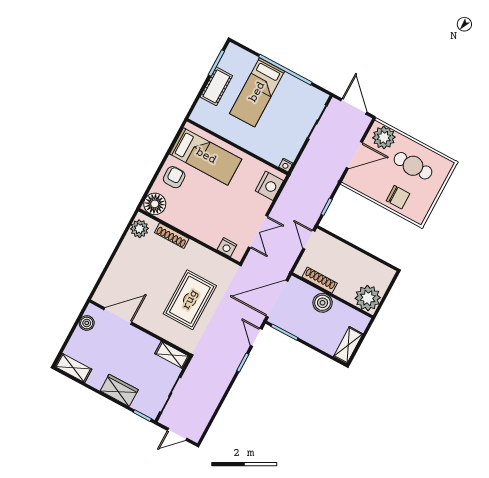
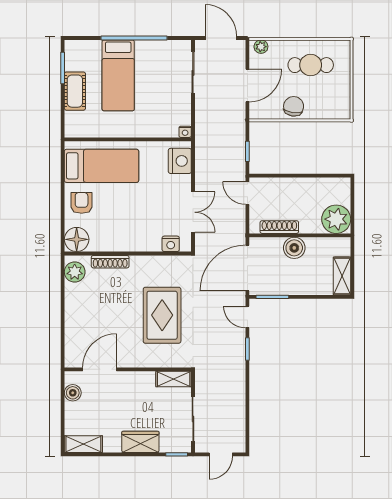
plant: (384, 137) -> (261, 47), width x0.53, depth x0.53
chair: (398, 197) -> (294, 106), moved, turned -81

